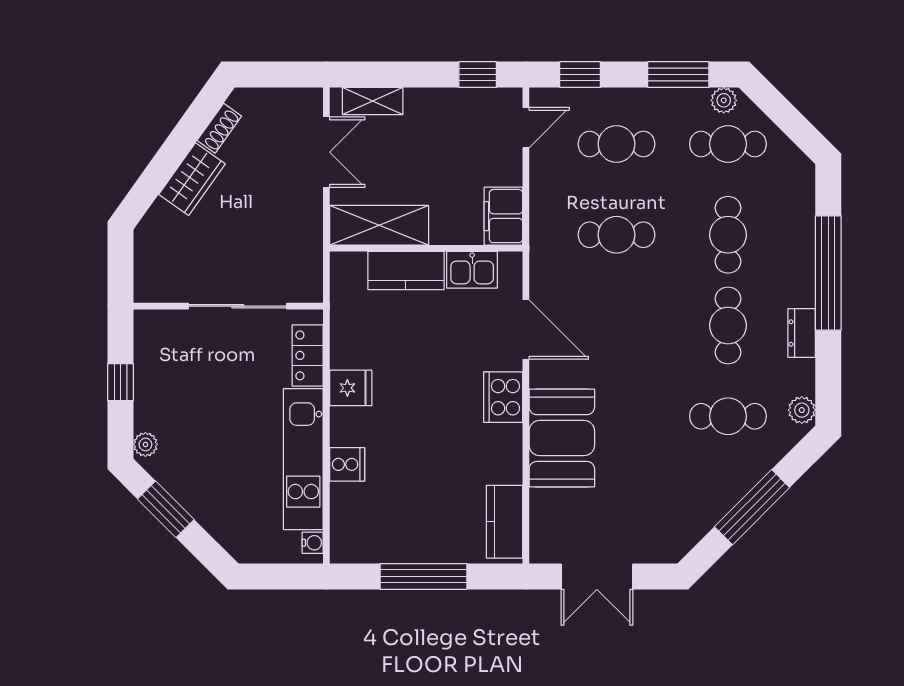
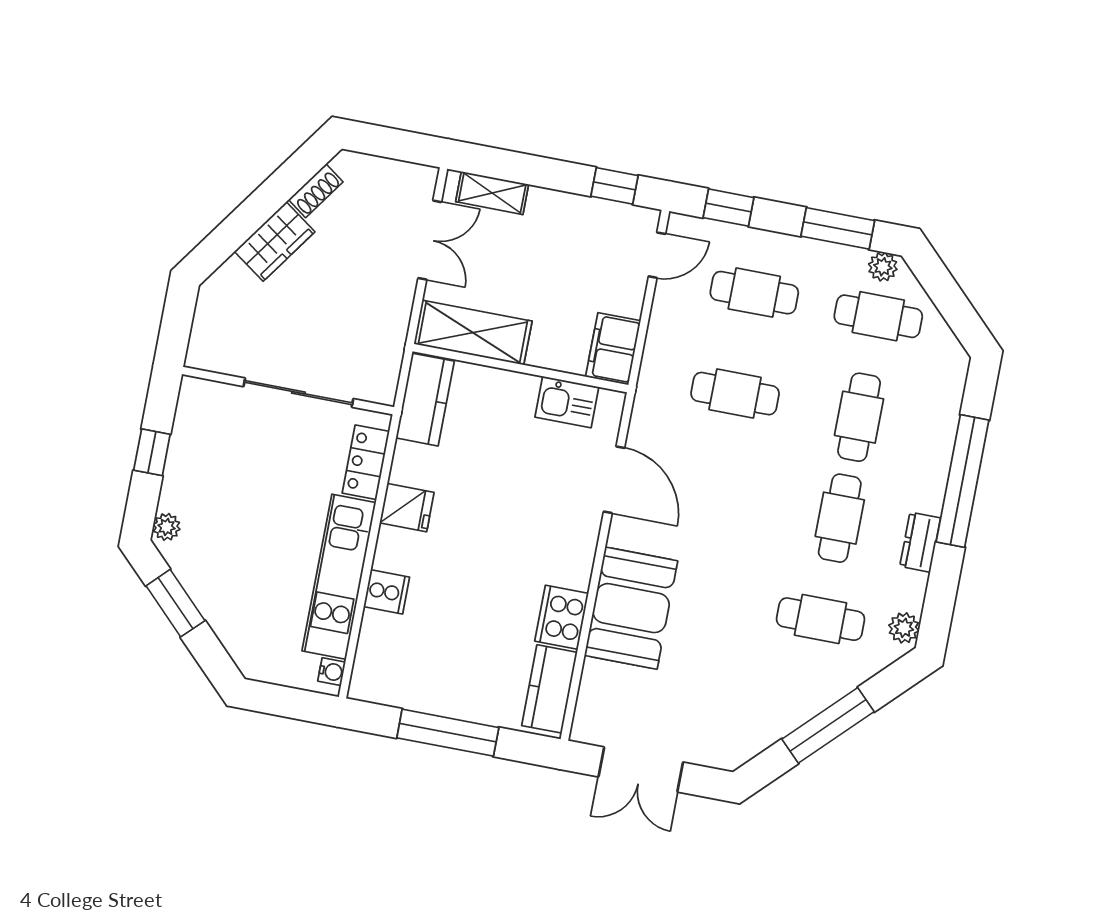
kitchen counter: (406, 271) -> (425, 400), moved, turned -90
cooker: (503, 397) -> (562, 617), moved

